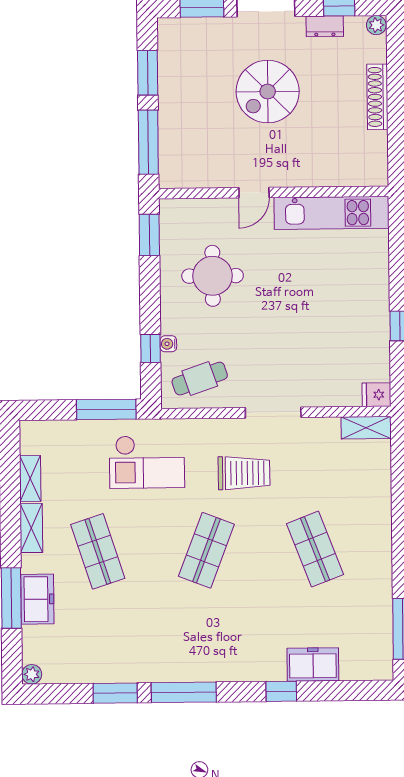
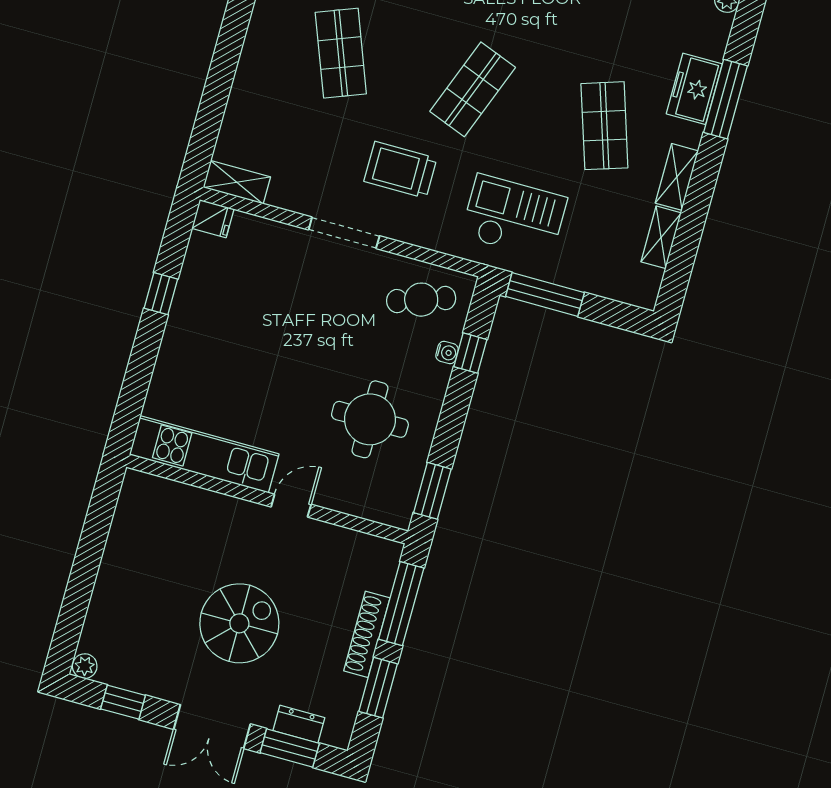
dresser: (325, 26) -> (299, 724), moved
shoe rack: (377, 97) -> (367, 634), moved, turned 180

